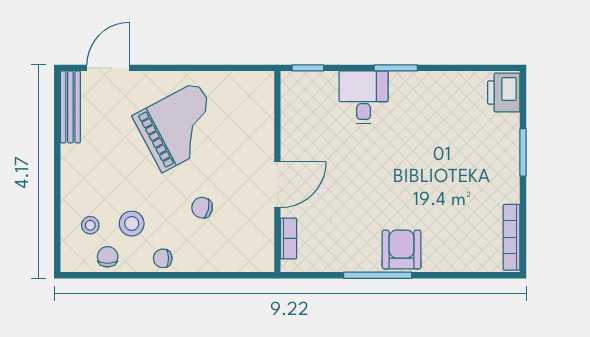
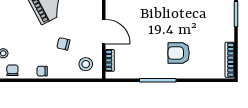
door: (277, 185) -> (104, 32), hinge flipped
stool: (132, 224) -> (86, 64), moved
armchair: (402, 249) -> (179, 53), moved, turned -90

